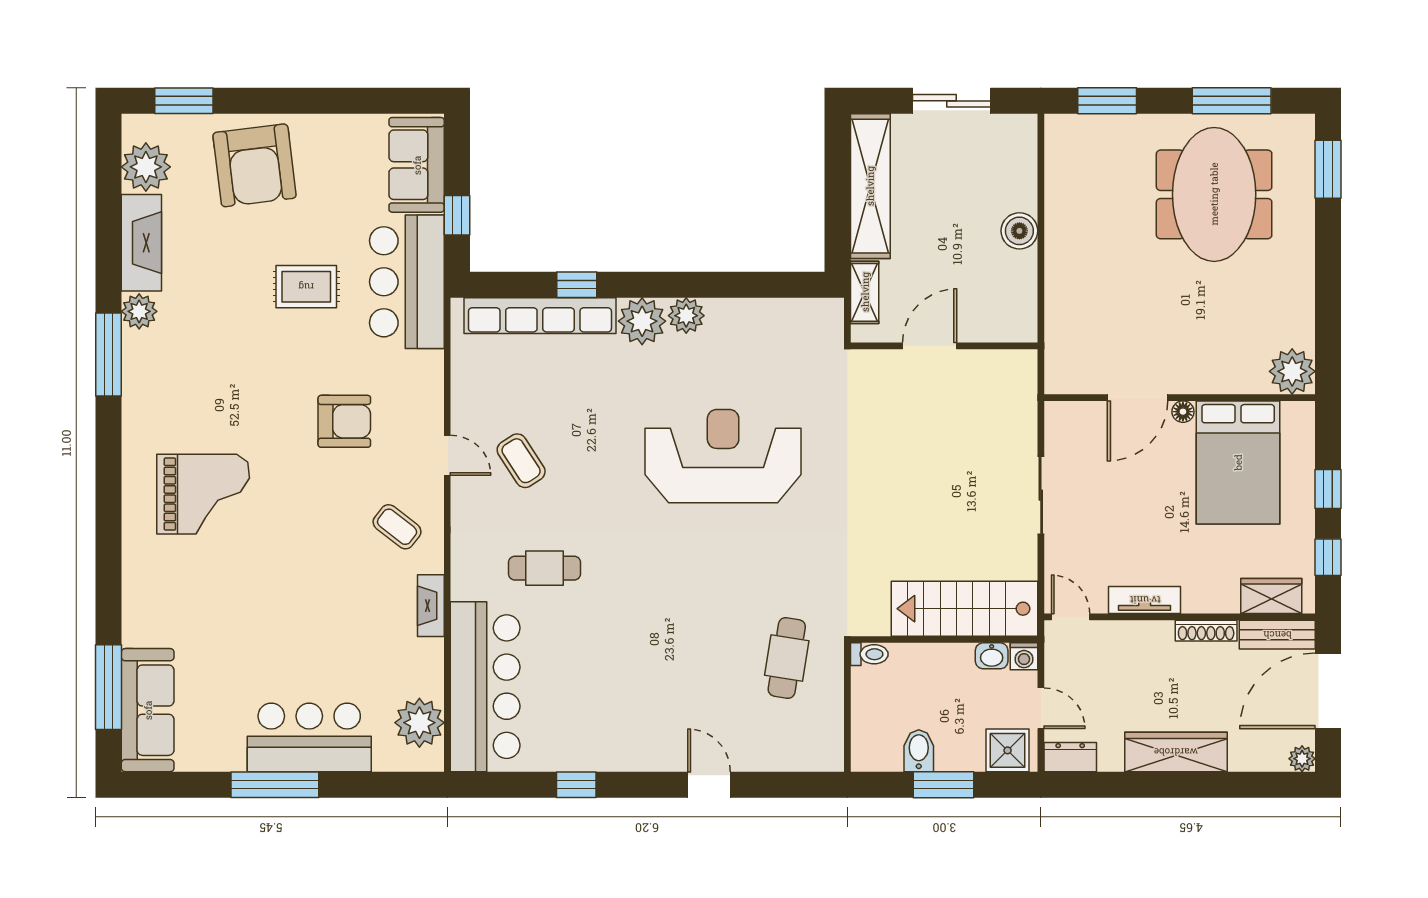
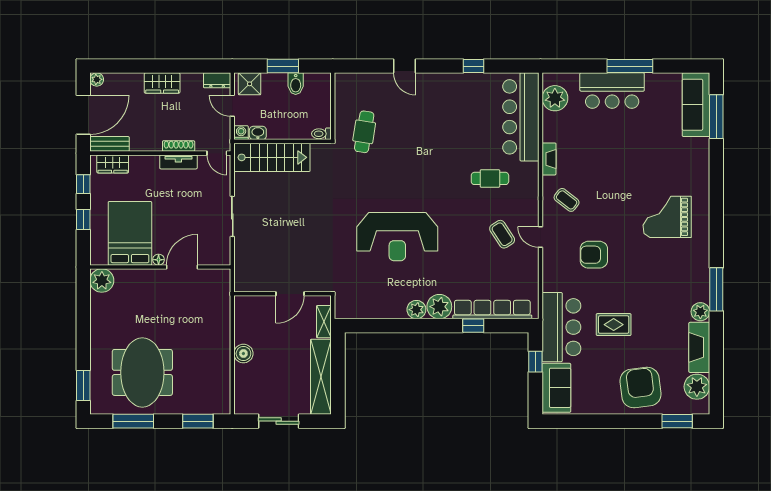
shoe rack: (1206, 631) -> (179, 146), moved
wardrobe: (1176, 752) -> (162, 83), width x0.67

